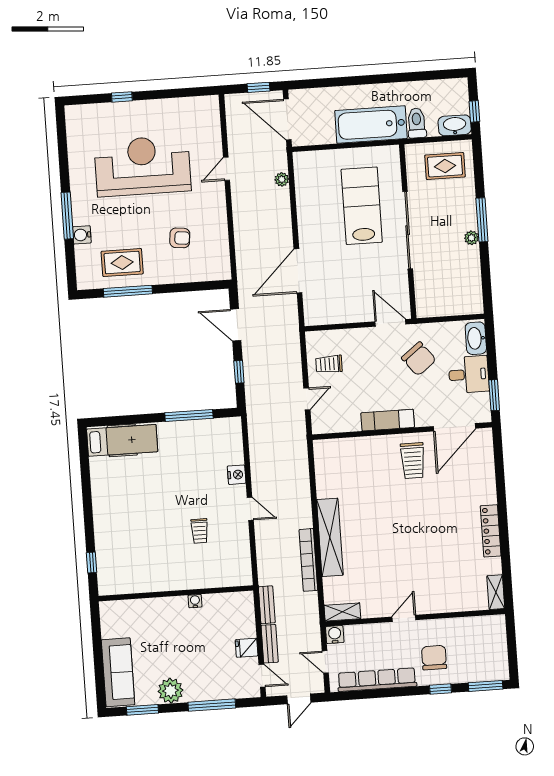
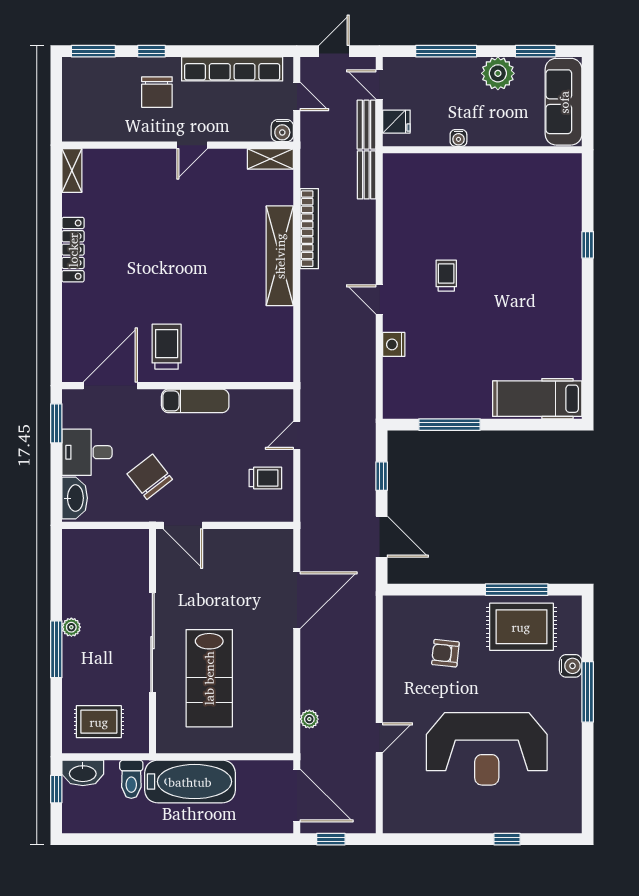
rug: (122, 263) -> (521, 627), width x1.36, depth x1.43
wall: (176, 593) -> (482, 150), moved
water cooler: (195, 601) -> (458, 138), moved

